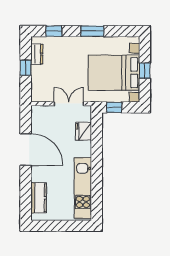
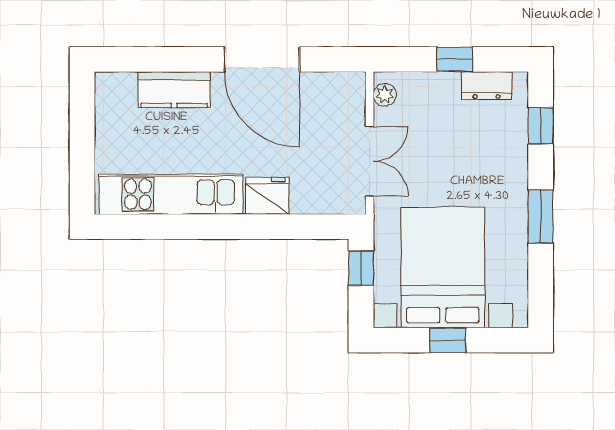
plant: (41, 97) -> (385, 95), added
fridge: (84, 131) -> (267, 196), moved
door: (26, 149) -> (262, 59), hinge flipped
kitchen counter: (39, 198) -> (174, 90), moved

